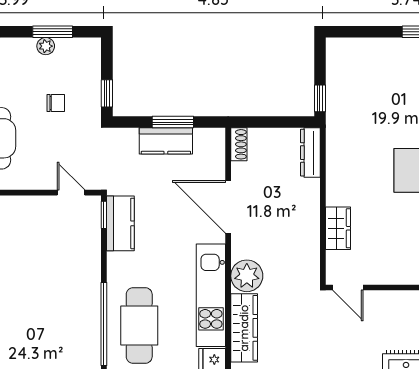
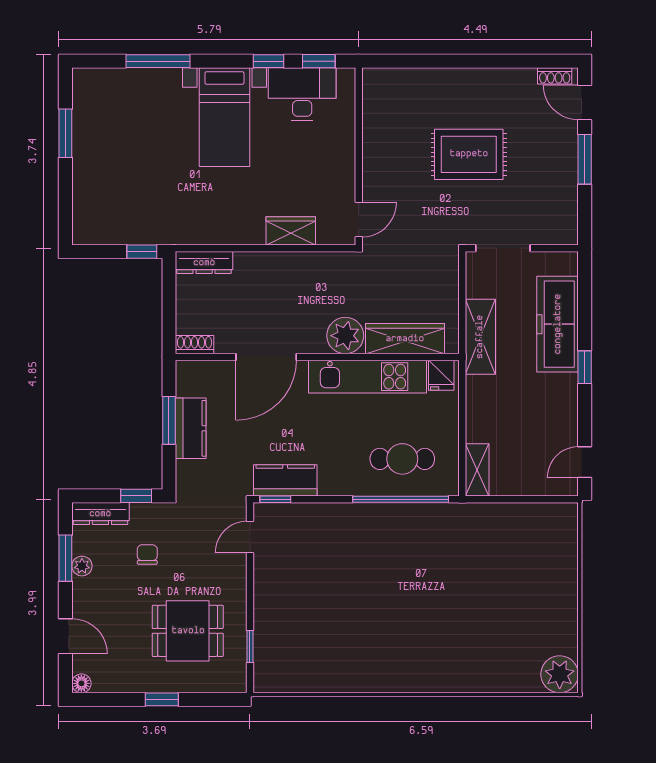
dresser: (91, 62) -> (100, 514), added
cafe table: (139, 326) -> (402, 459), width x0.73, depth x0.74

